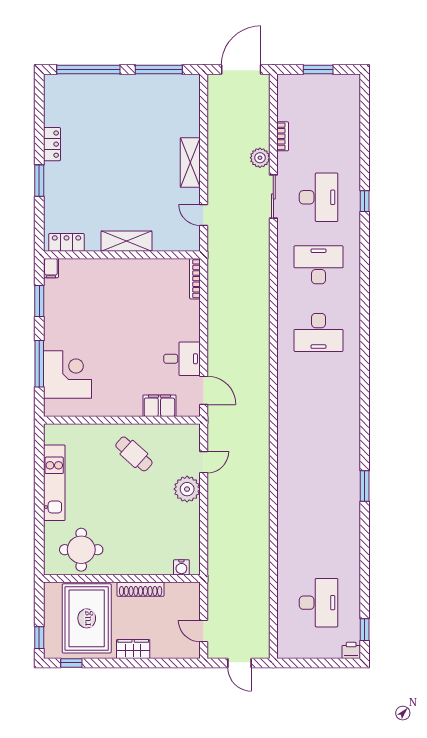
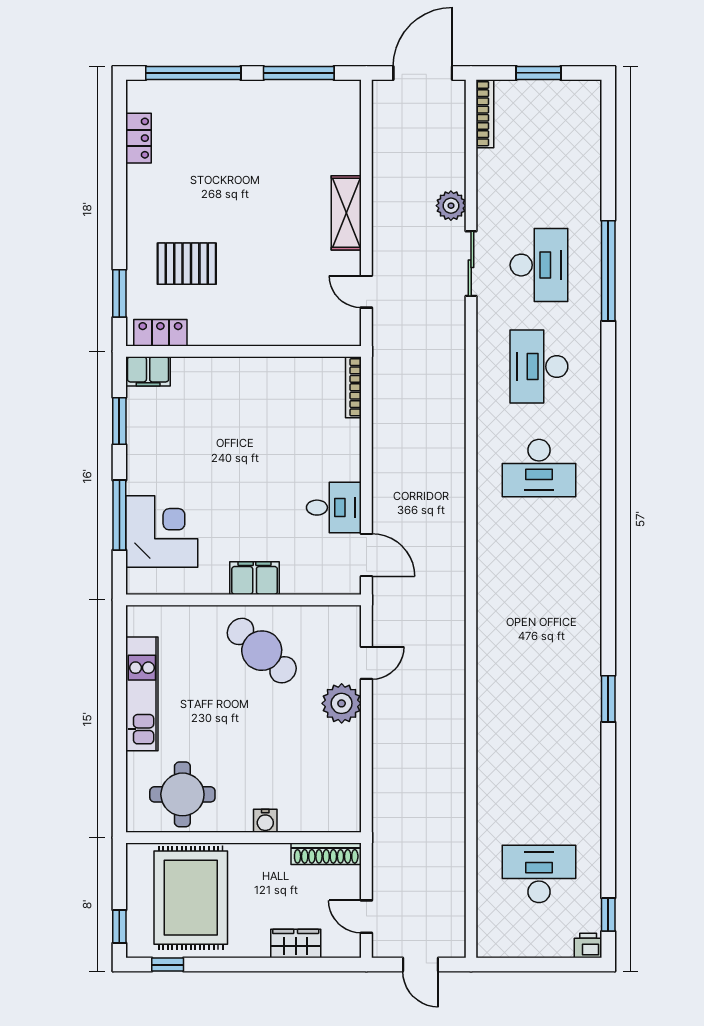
bookcase: (283, 136) -> (485, 114), moved, width x1.56
locker: (52, 144) -> (139, 138), moved
window: (39, 181) -> (119, 293), moved
pallet: (84, 196) -> (187, 264), added
window: (365, 201) -> (608, 271), width x3.17
shelving: (127, 241) -> (251, 331), removed
desk: (319, 265) -> (539, 367), turned -90
filing cabinet: (51, 268) -> (148, 371), width x2.00
filing cabinet: (159, 406) -> (255, 578), moved
cafe table: (134, 454) -> (262, 651), width x1.37, depth x1.35
water cooler: (181, 567) -> (265, 821), moved
shoe rack: (141, 589) -> (326, 854), moved
desk: (319, 603) -> (539, 874), turned -90
wardrobe: (133, 649) -> (296, 944), moved

